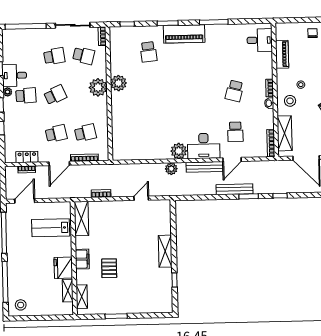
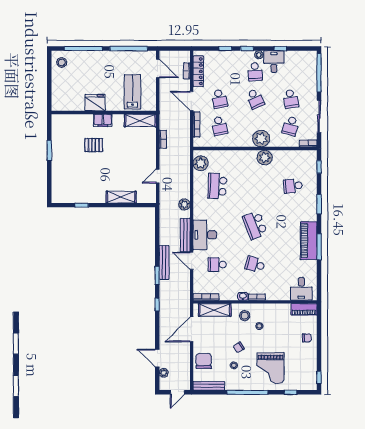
piano: (184, 34) -> (309, 241), moved
piano: (282, 54) -> (304, 309), moved
school desk: (192, 92) -> (255, 225), added
school desk: (150, 134) -> (217, 186), added
plant: (179, 151) -> (201, 163), moved
locker: (27, 157) -> (198, 71), width x1.53
door: (141, 198) -> (158, 176), swing flipped
shelving: (165, 251) -> (121, 197), moved
shelving: (68, 291) -> (74, 106), removed
shelving: (82, 297) -> (68, 119), removed

